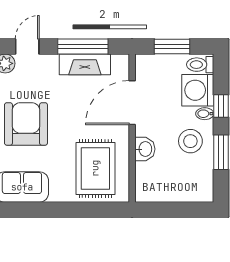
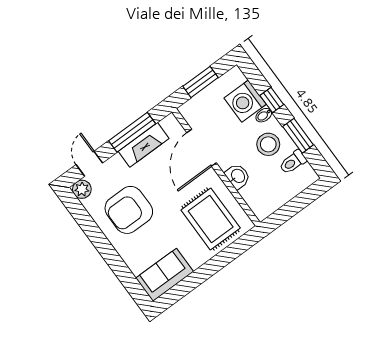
toilet: (200, 65) -> (293, 162), moved
armchair: (26, 124) -> (129, 210), moved, turned -90

